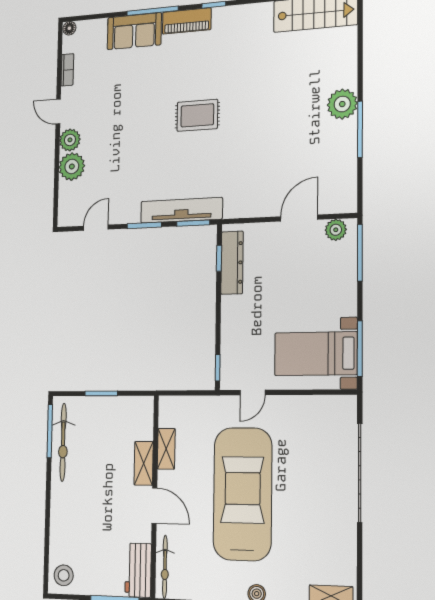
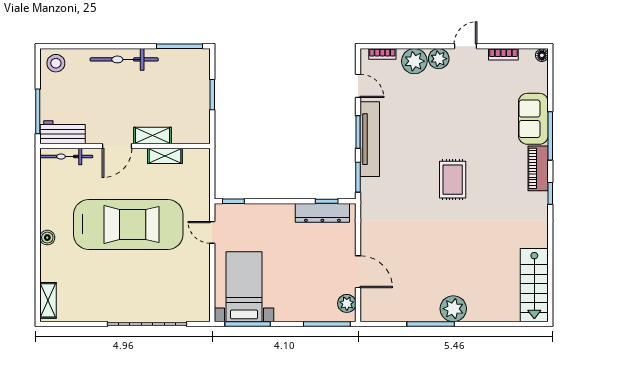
bookcase: (63, 202) -> (382, 54), added
tv unit: (181, 210) -> (370, 139), moved
bicycle: (63, 442) -> (124, 59), moved

